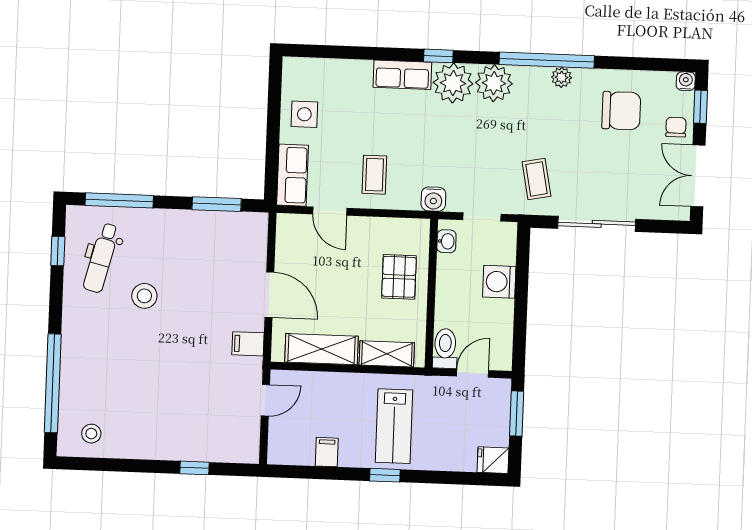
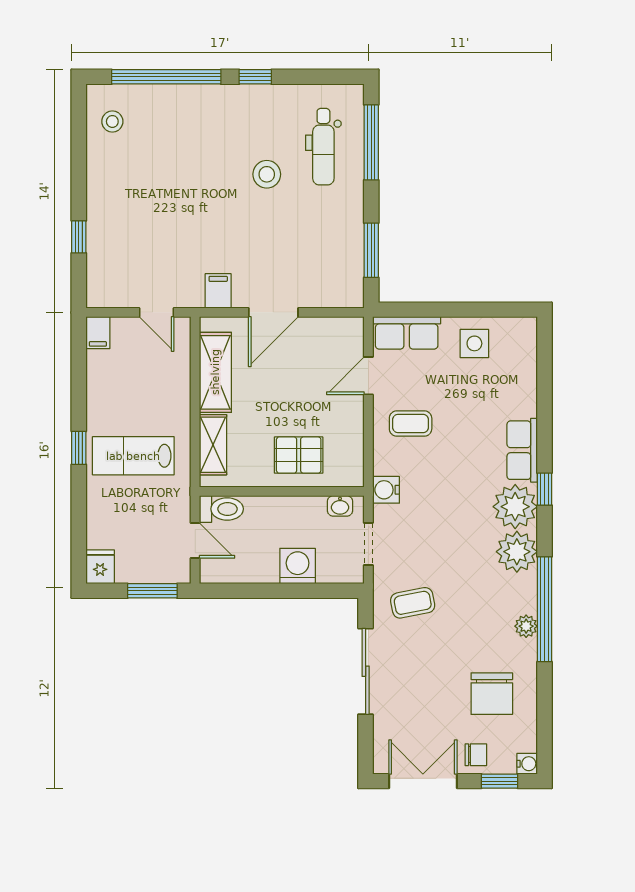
window: (58, 251) -> (255, 77), moved
dental chair: (101, 258) -> (323, 147), moved, turned -104
filing cabinet: (327, 452) -> (98, 333), moved, turned 90

